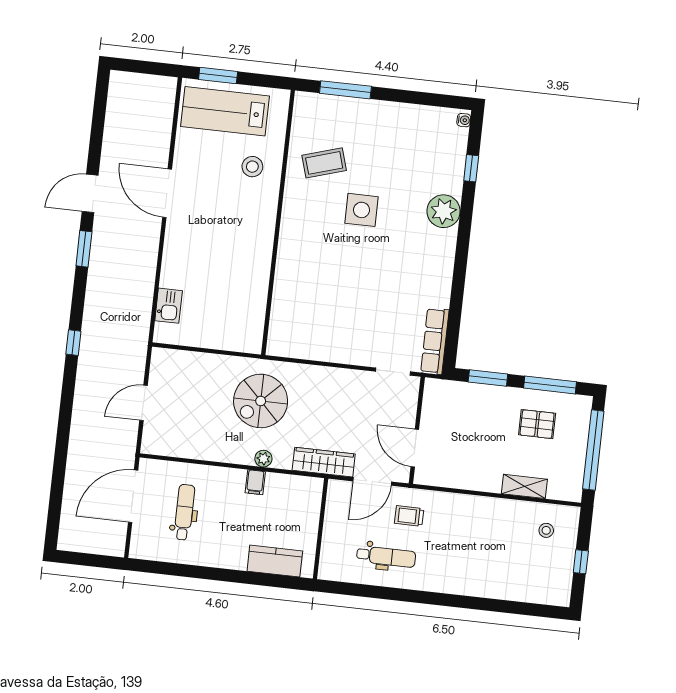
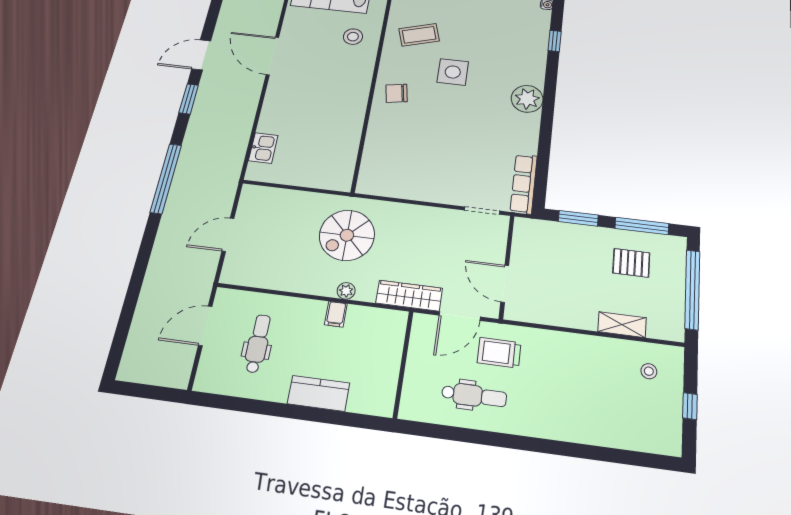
plant: (444, 211) -> (527, 99), moved
chair: (303, 238) -> (397, 93), added
window: (73, 343) -> (166, 178), width x3.17
door: (133, 496) -> (205, 326), width x0.73
trolley: (409, 516) -> (499, 353), width x1.36, depth x1.39
kitchen counter: (275, 561) -> (318, 393), moved

